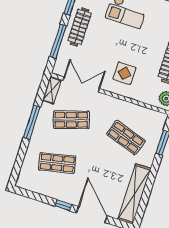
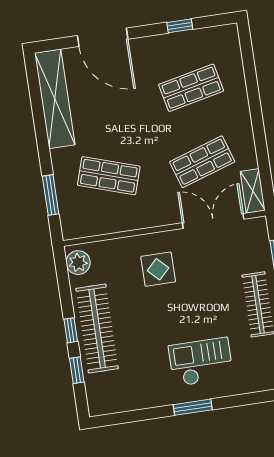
double door: (81, 85) -> (213, 221), swing flipped
window: (32, 122) -> (258, 129), removed
window: (63, 205) -> (180, 26), moved

